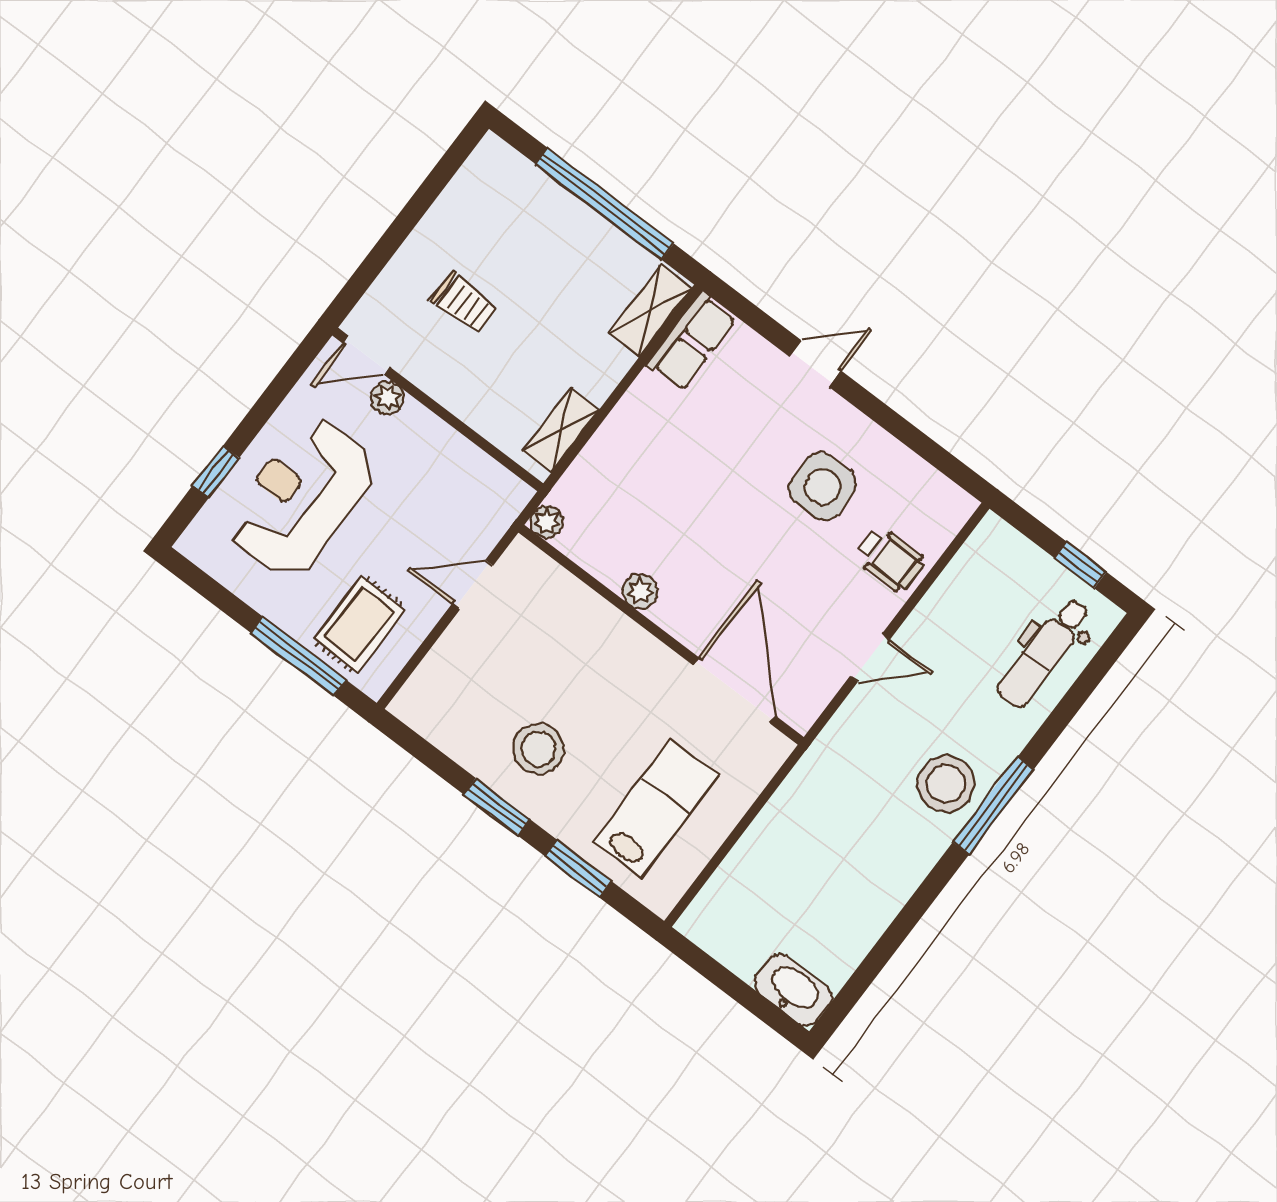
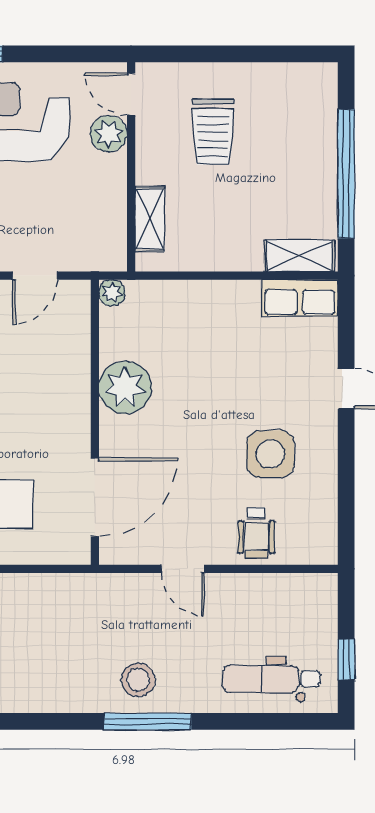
trolley: (464, 303) -> (213, 132), width x1.36, depth x1.39
plant: (387, 398) -> (109, 134), width x1.38, depth x1.38
shelving: (561, 430) -> (150, 219), moved, turned 90
door: (473, 585) -> (35, 276), swing flipped
plant: (640, 591) -> (125, 387), width x1.88, depth x1.88
stool: (946, 784) -> (138, 680), width x0.73, depth x0.73

